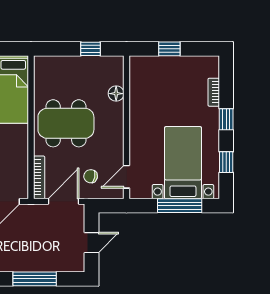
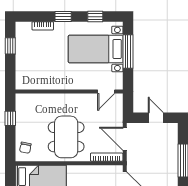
window: (169, 49) -> (10, 46), moved
floor lamp: (116, 94) -> (44, 99), removed
chair: (91, 176) -> (25, 148), moved
door: (126, 177) -> (106, 91), hinge flipped

